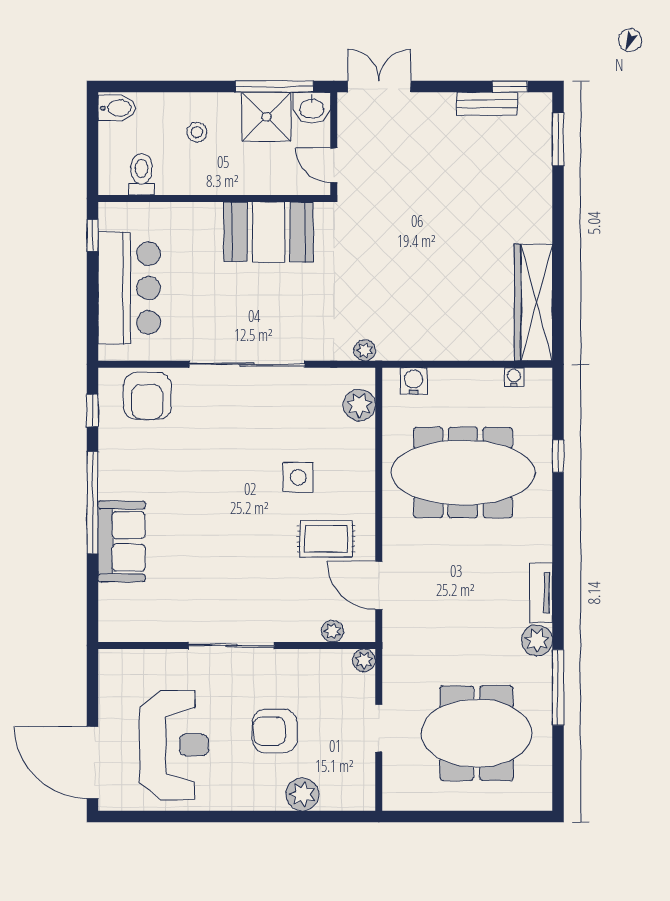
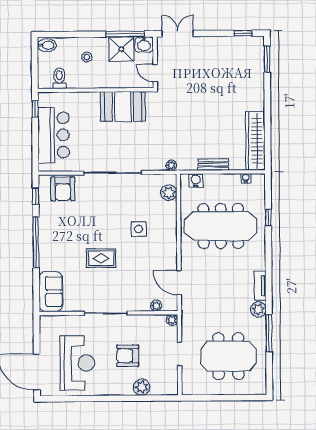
bench: (487, 104) -> (213, 165), moved
rug: (326, 539) -> (101, 258), moved
sofa: (122, 541) -> (51, 292), moved

